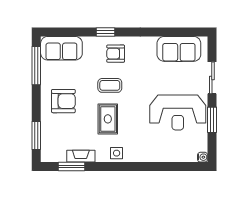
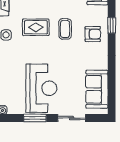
armchair: (116, 54) -> (93, 34), turned 90
reception desk: (178, 113) -> (41, 88), turned 180

